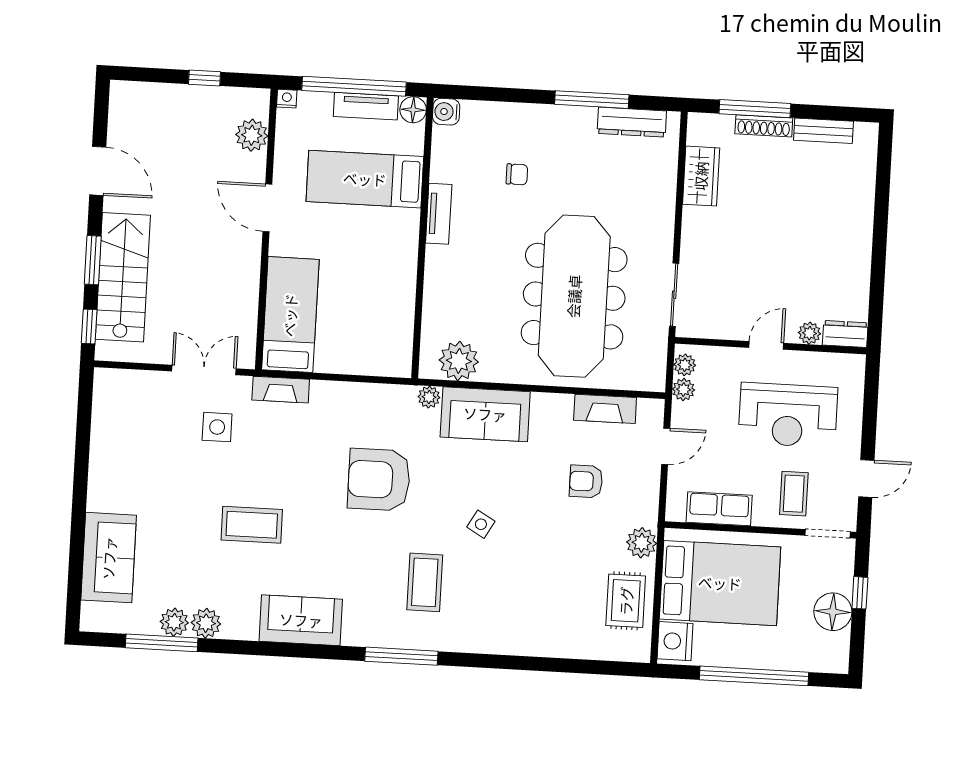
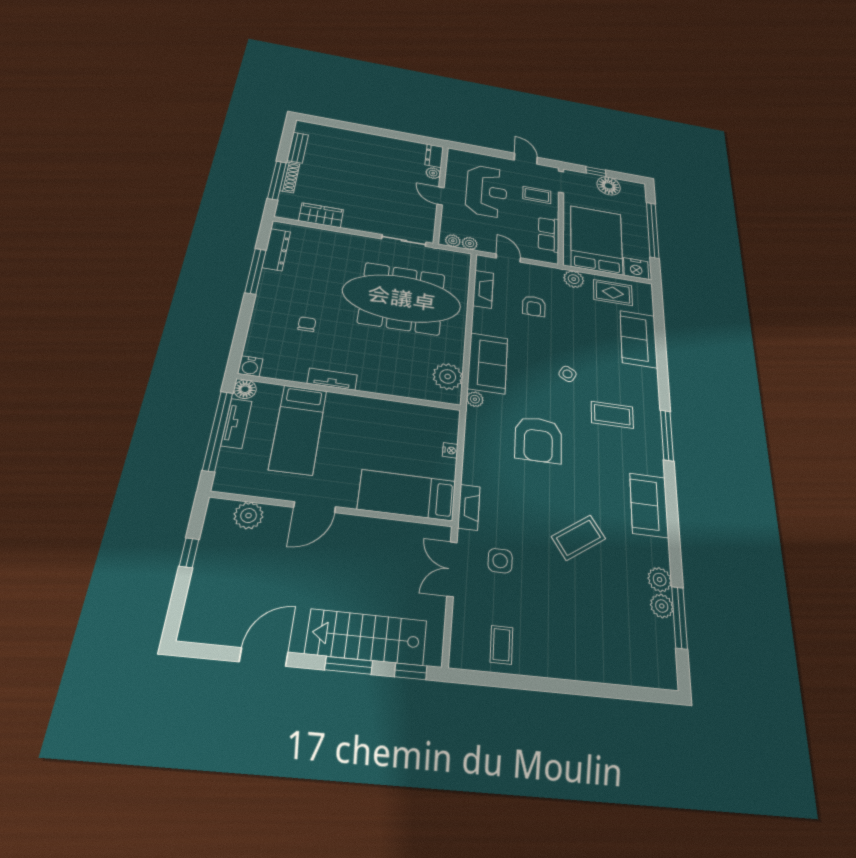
nightstand: (287, 99) -> (450, 450), moved, turned 180
coffee table: (121, 427) -> (501, 645), added
coffee table: (252, 525) -> (578, 538), turned 56
sofa: (109, 558) -> (639, 339), moved, turned -90

